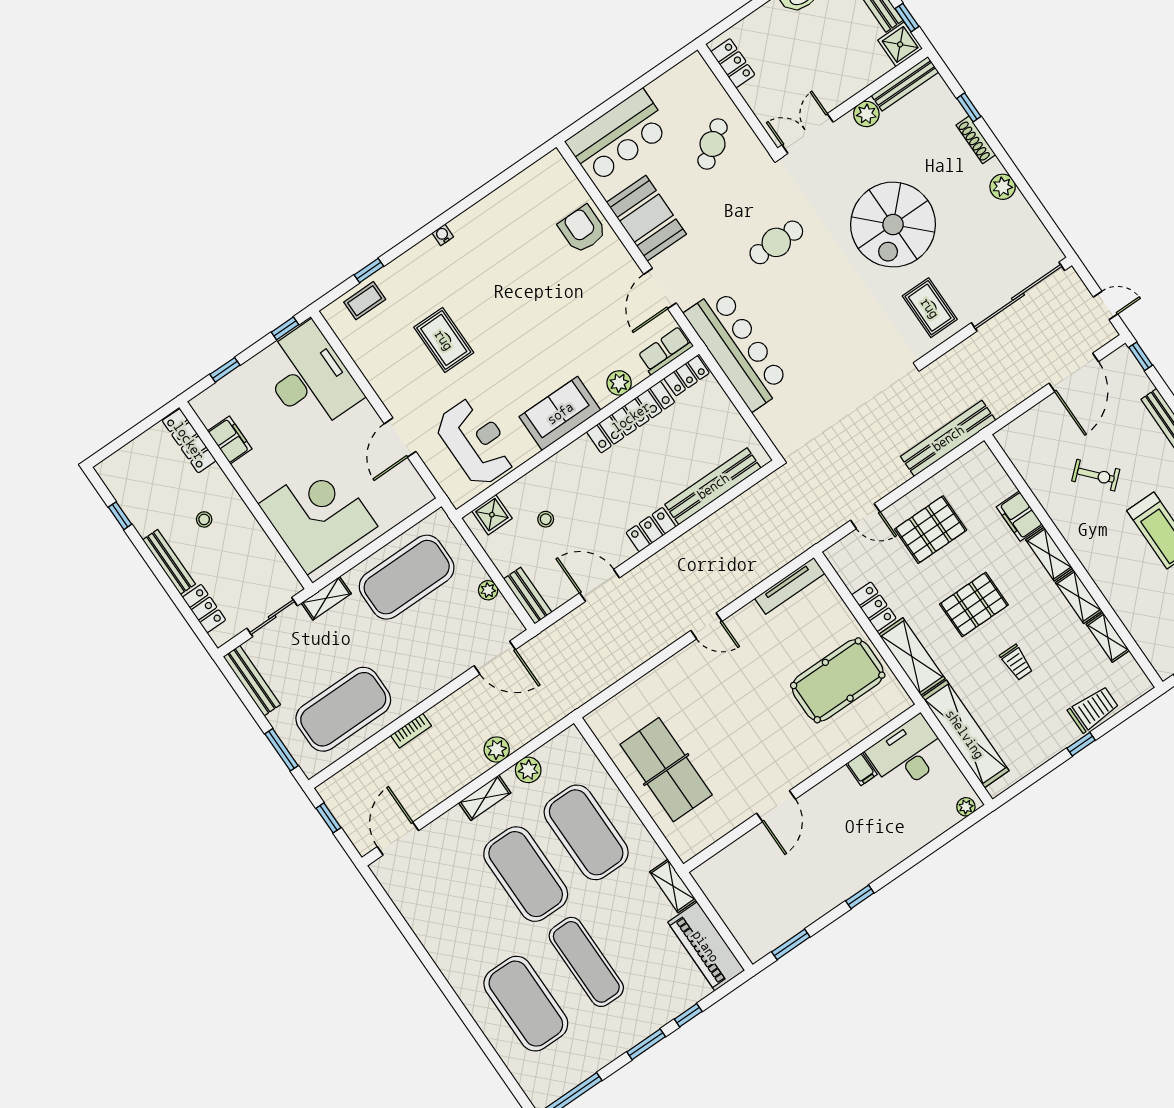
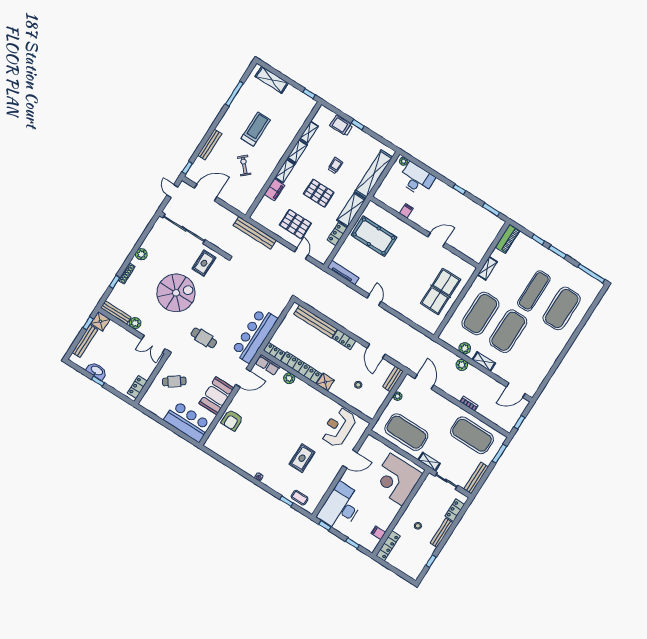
sofa: (560, 413) -> (312, 397), removed
filing cabinet: (230, 440) -> (378, 533), width x0.50
shower: (492, 515) -> (325, 382), moved
desk: (908, 754) -> (417, 179), moved, turned 180
piano: (706, 946) -> (508, 239), width x0.73, depth x0.75

